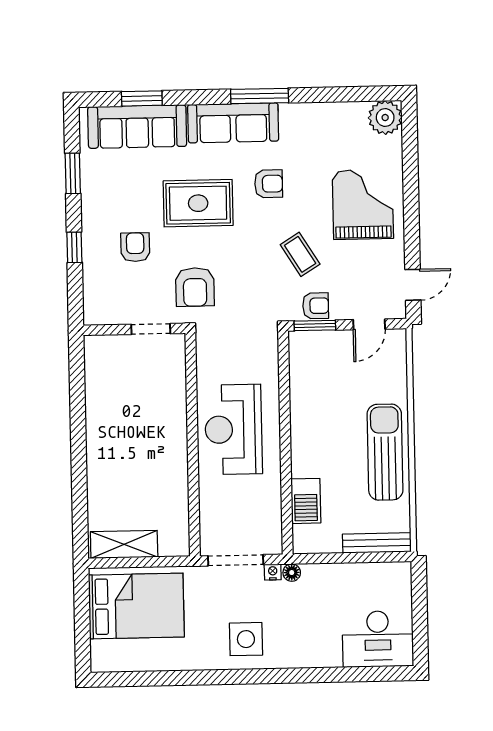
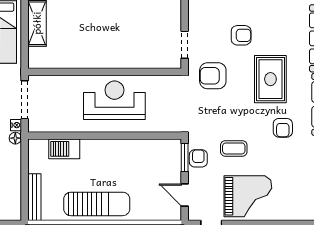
grand piano: (363, 204) -> (248, 196), moved
coffee table: (300, 254) -> (234, 148), turned 32
armchair: (316, 306) -> (198, 158), turned 180

